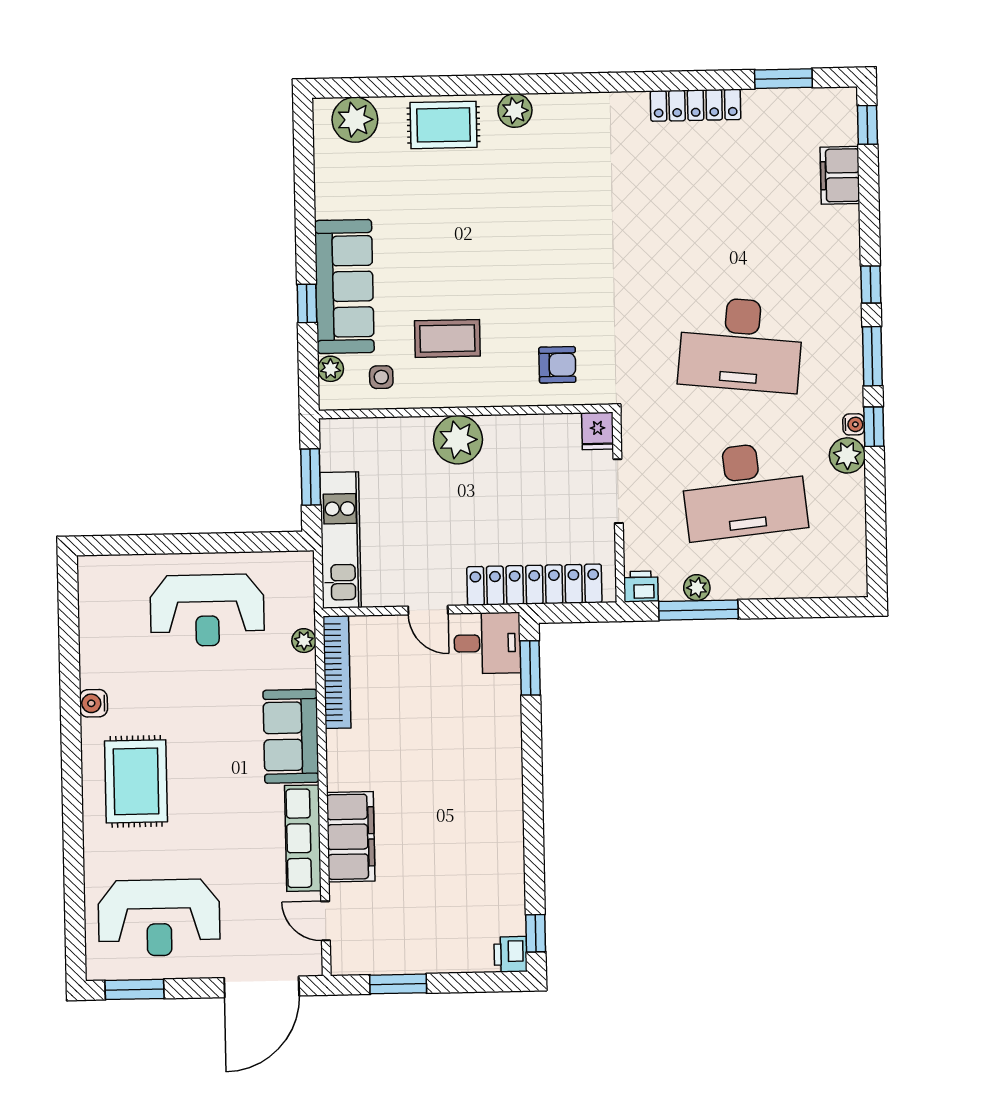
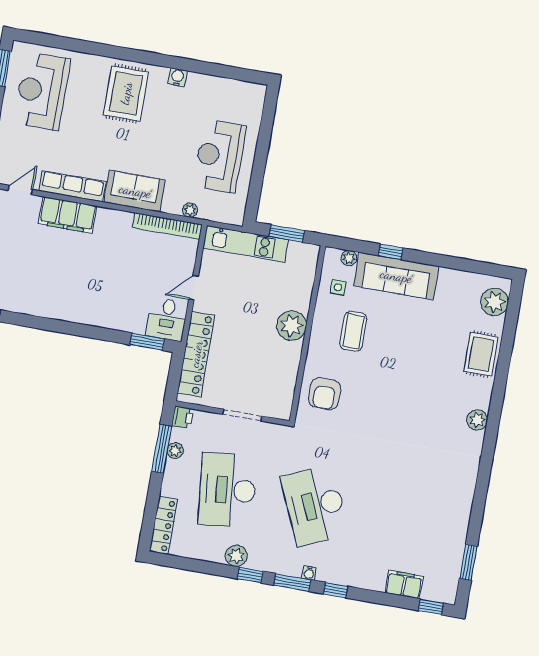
locker: (696, 105) -> (163, 525), moved, turned 180
plant: (515, 111) -> (477, 420), moved
desk: (741, 344) -> (315, 505), turned -30
armchair: (557, 365) -> (324, 394), width x1.38, depth x1.38
water cooler: (854, 424) -> (309, 573), moved
fridge: (598, 431) -> (280, 410), removed
rug: (136, 781) -> (126, 93), turned 90

